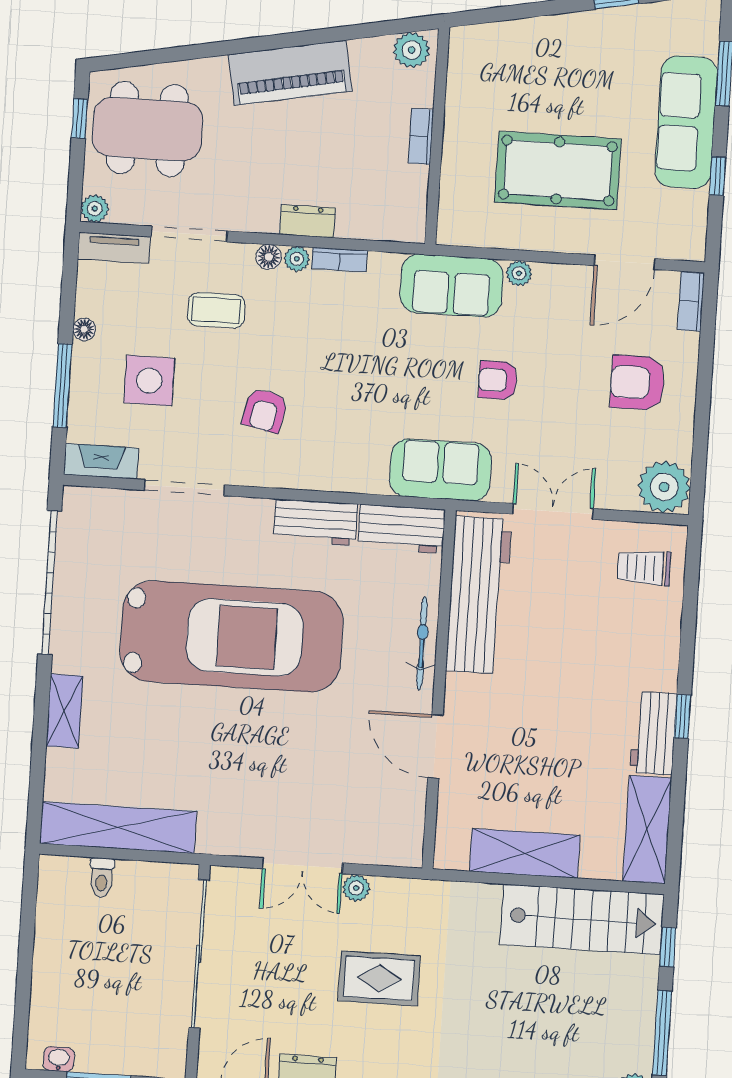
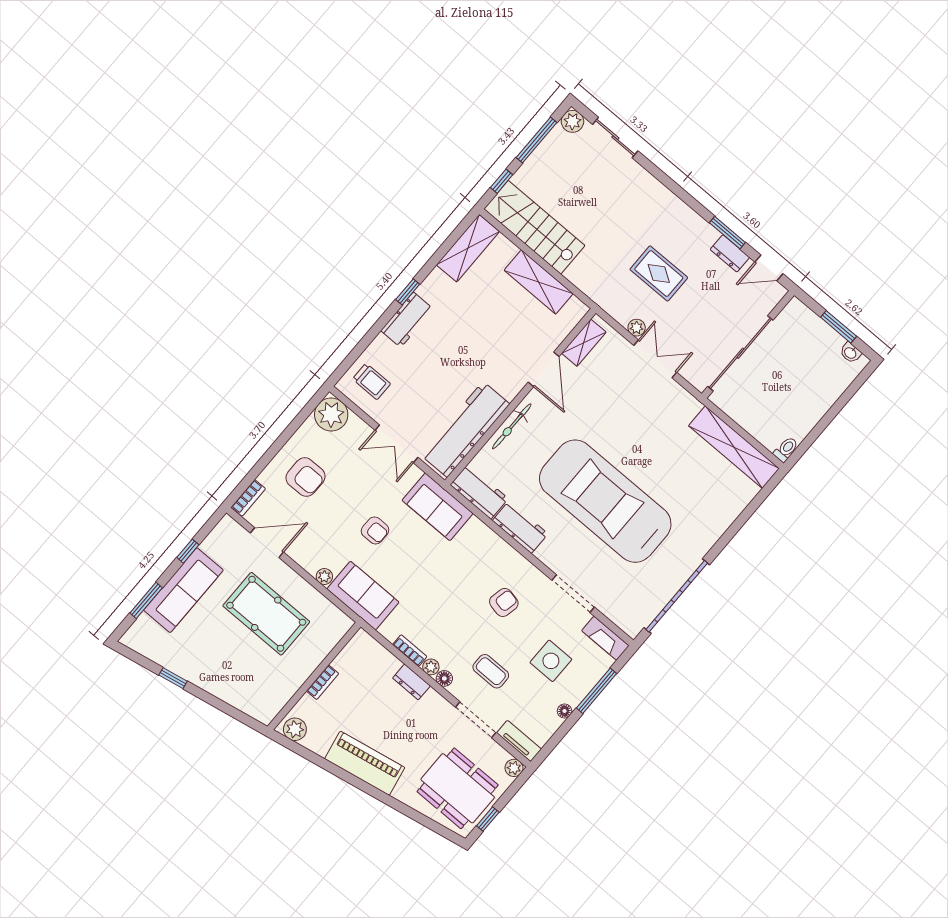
shelving: (64, 711) -> (584, 343), moved
workbench: (654, 733) -> (407, 320), moved
toilet: (102, 878) -> (786, 449), moved

